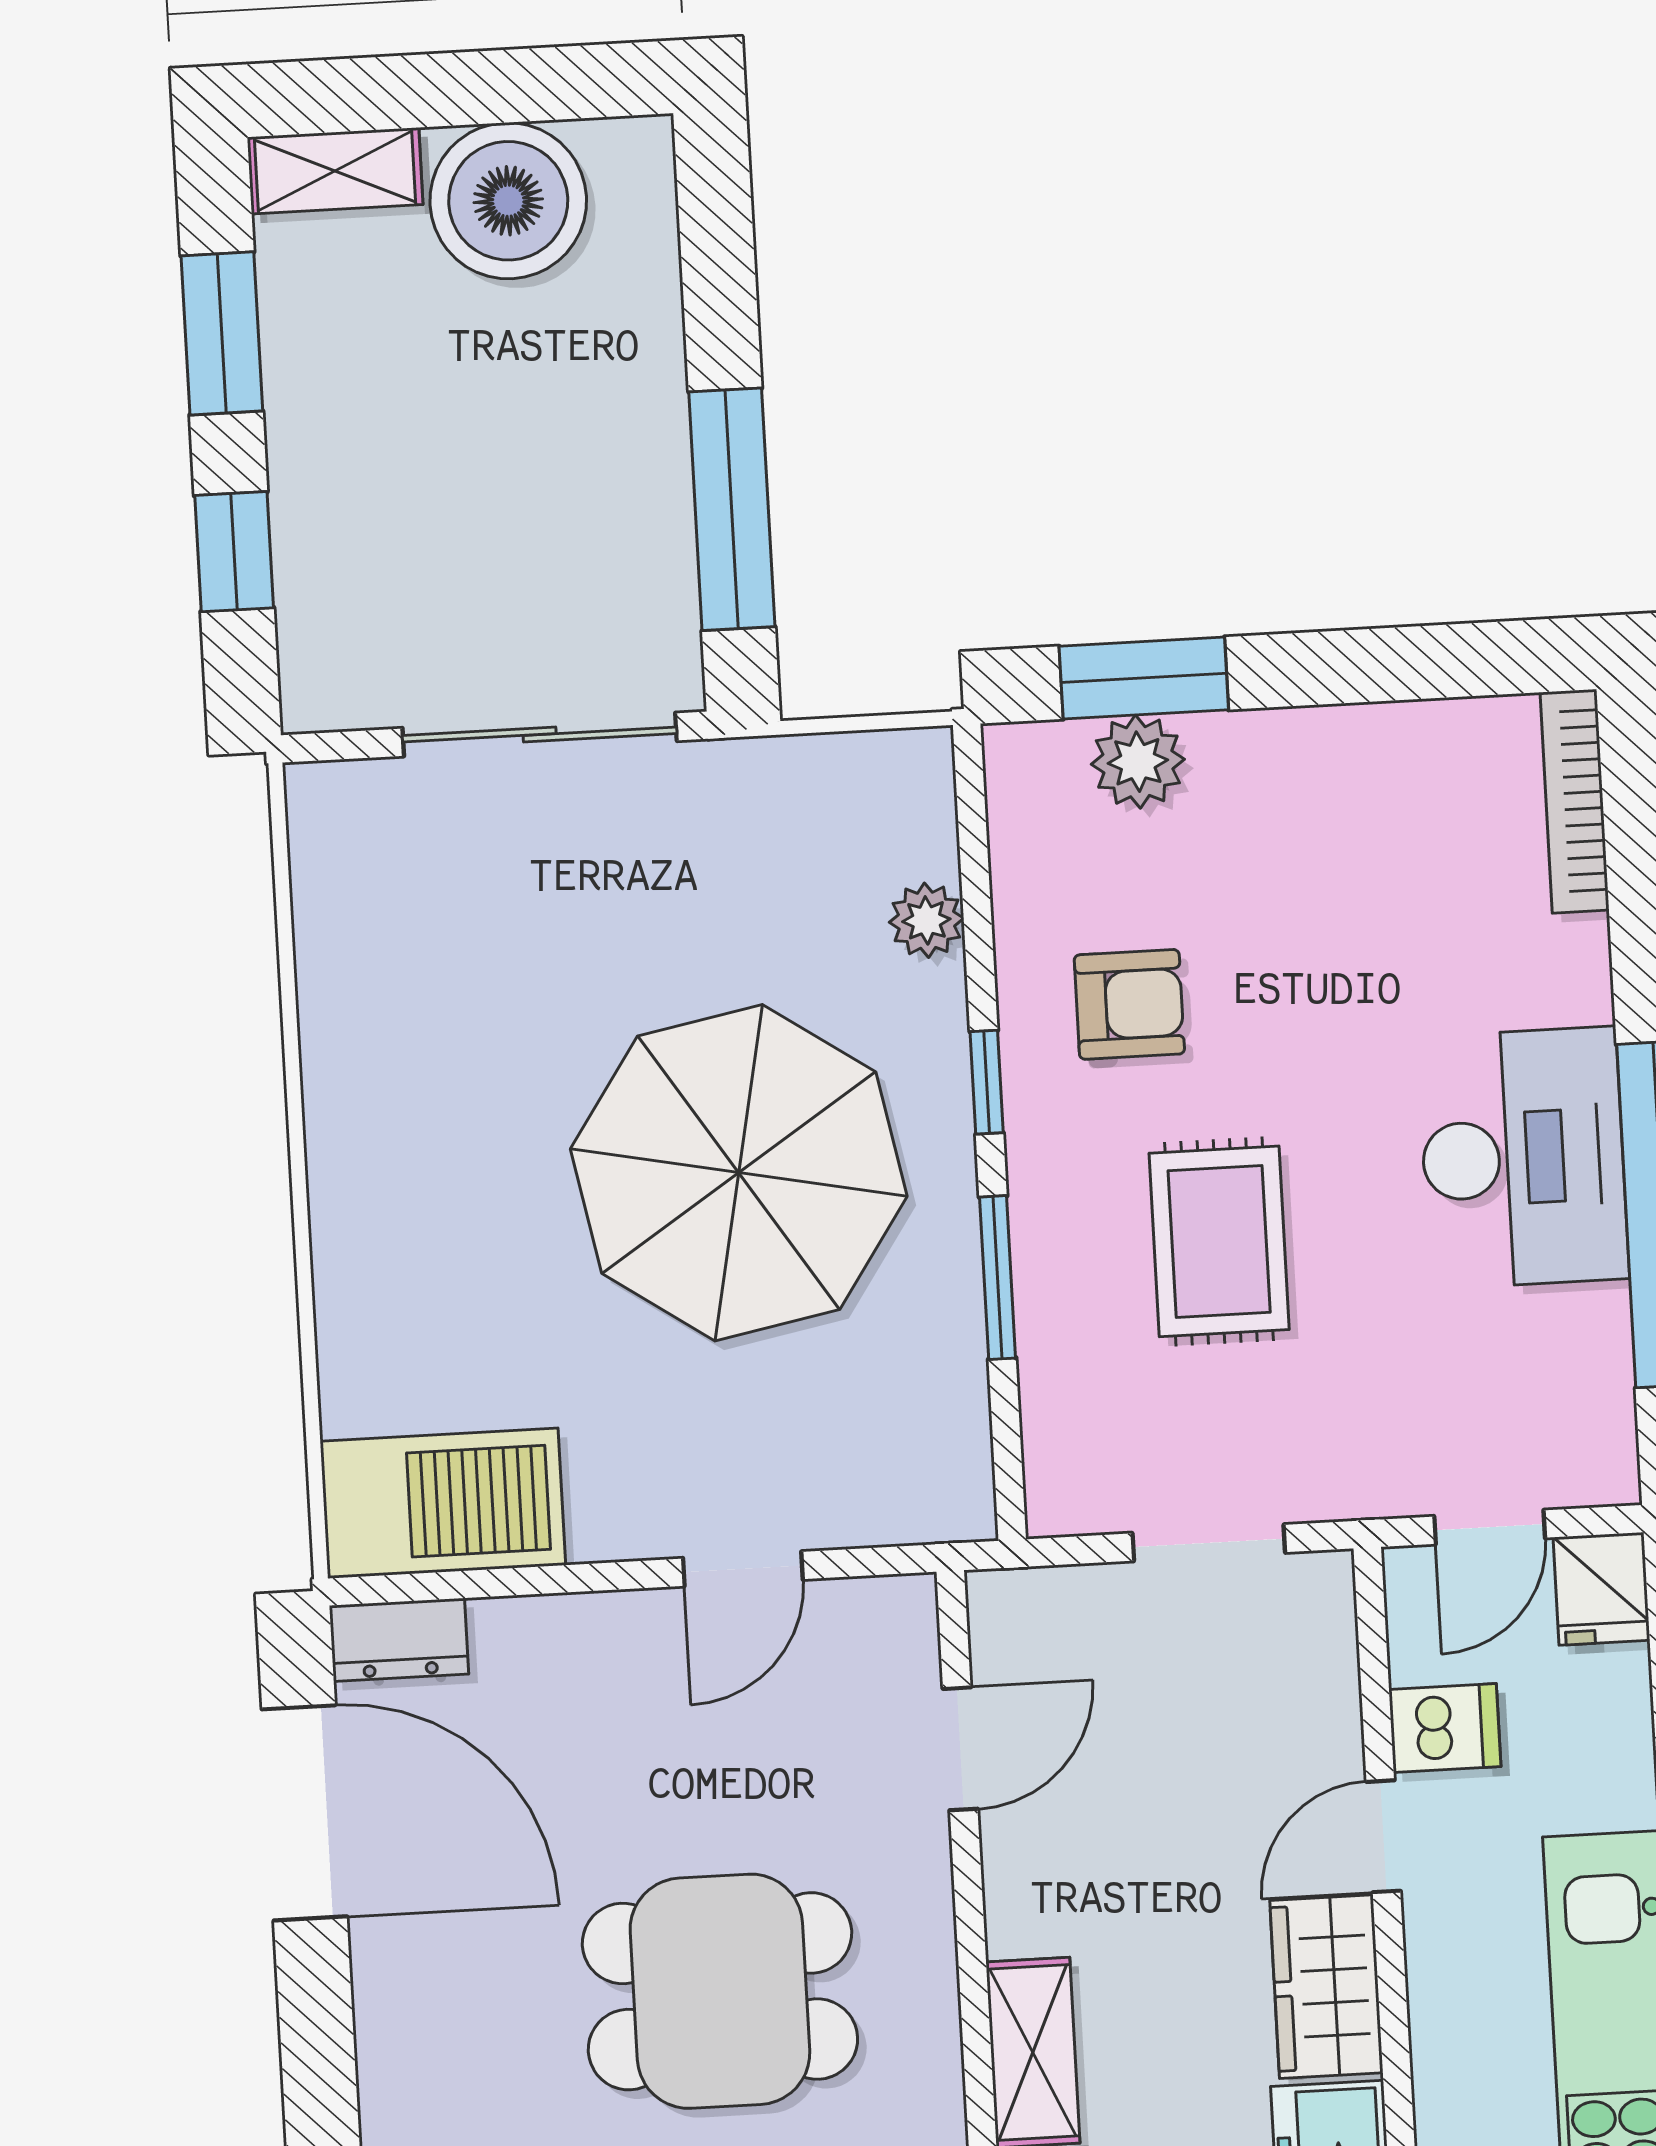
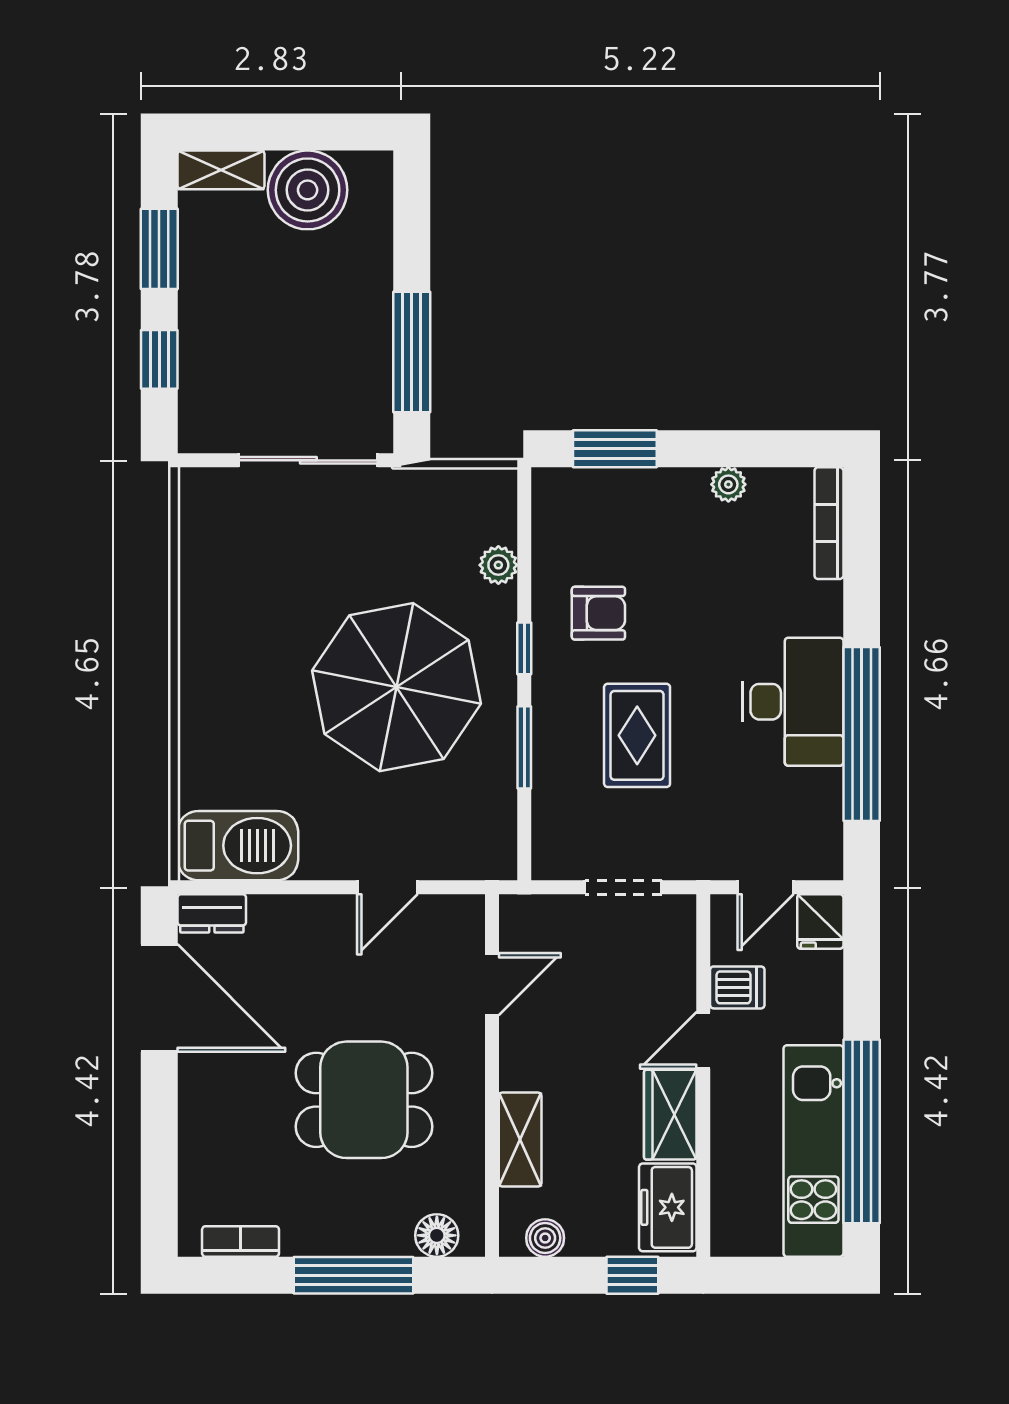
plant: (1138, 762) -> (728, 484), moved, width x0.73, depth x0.73

